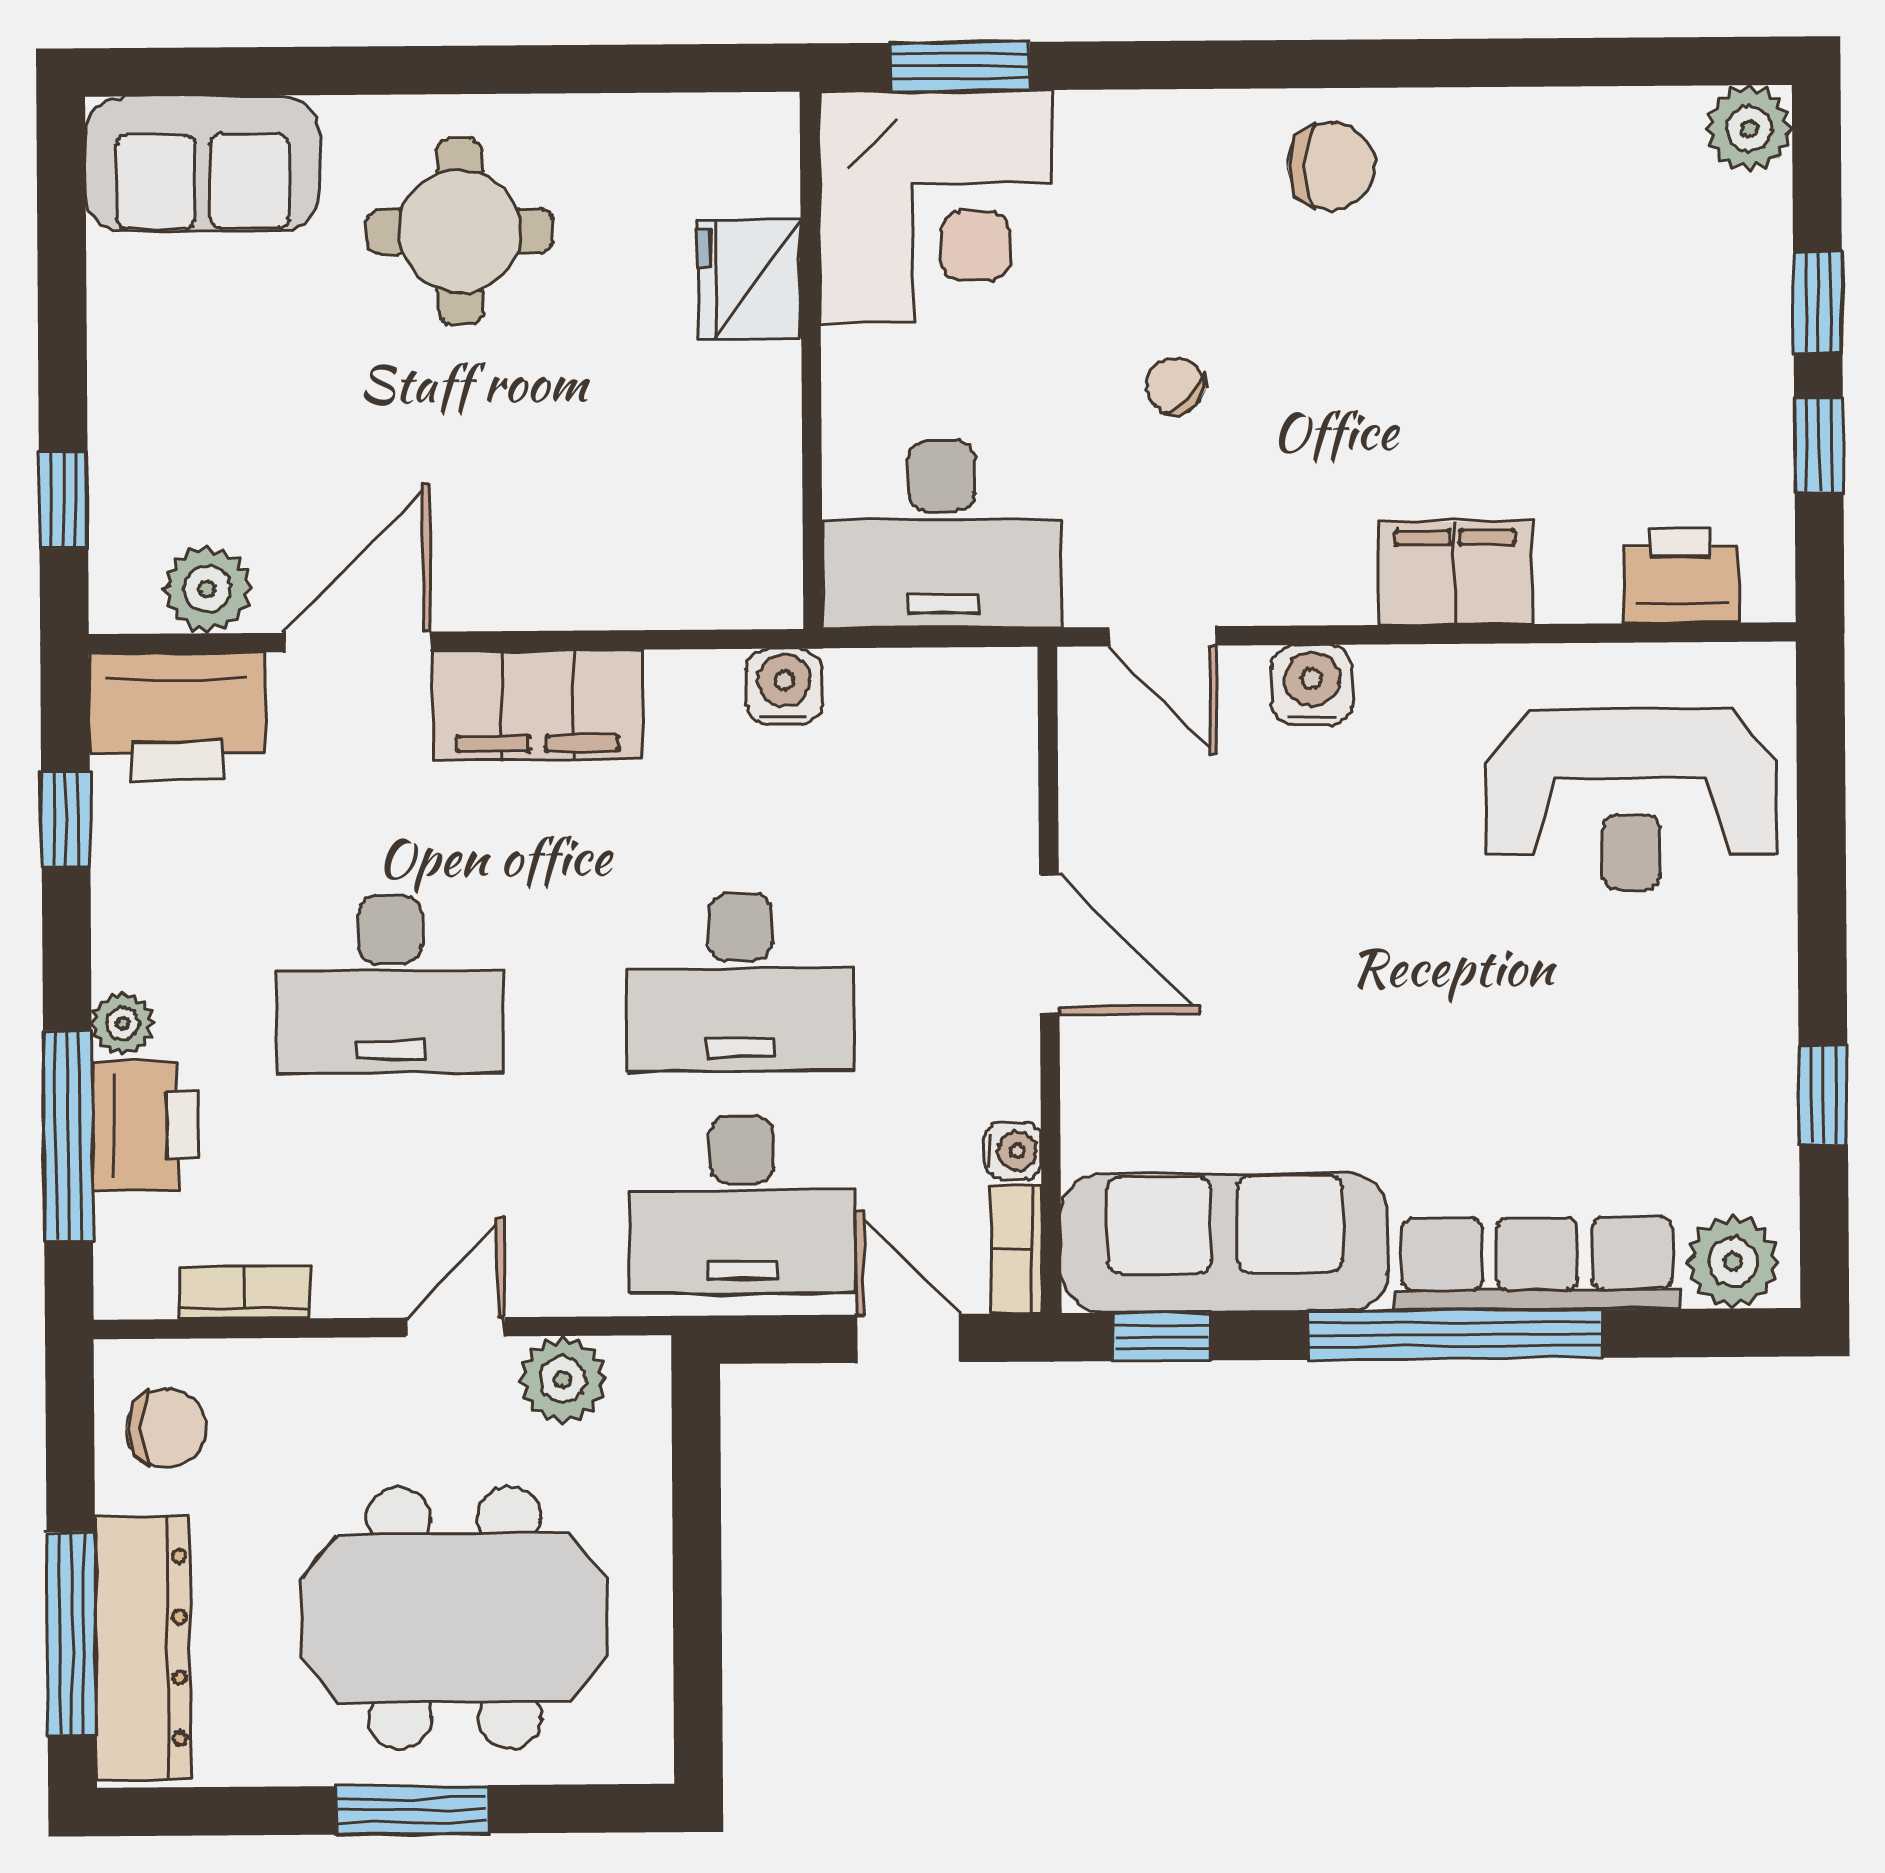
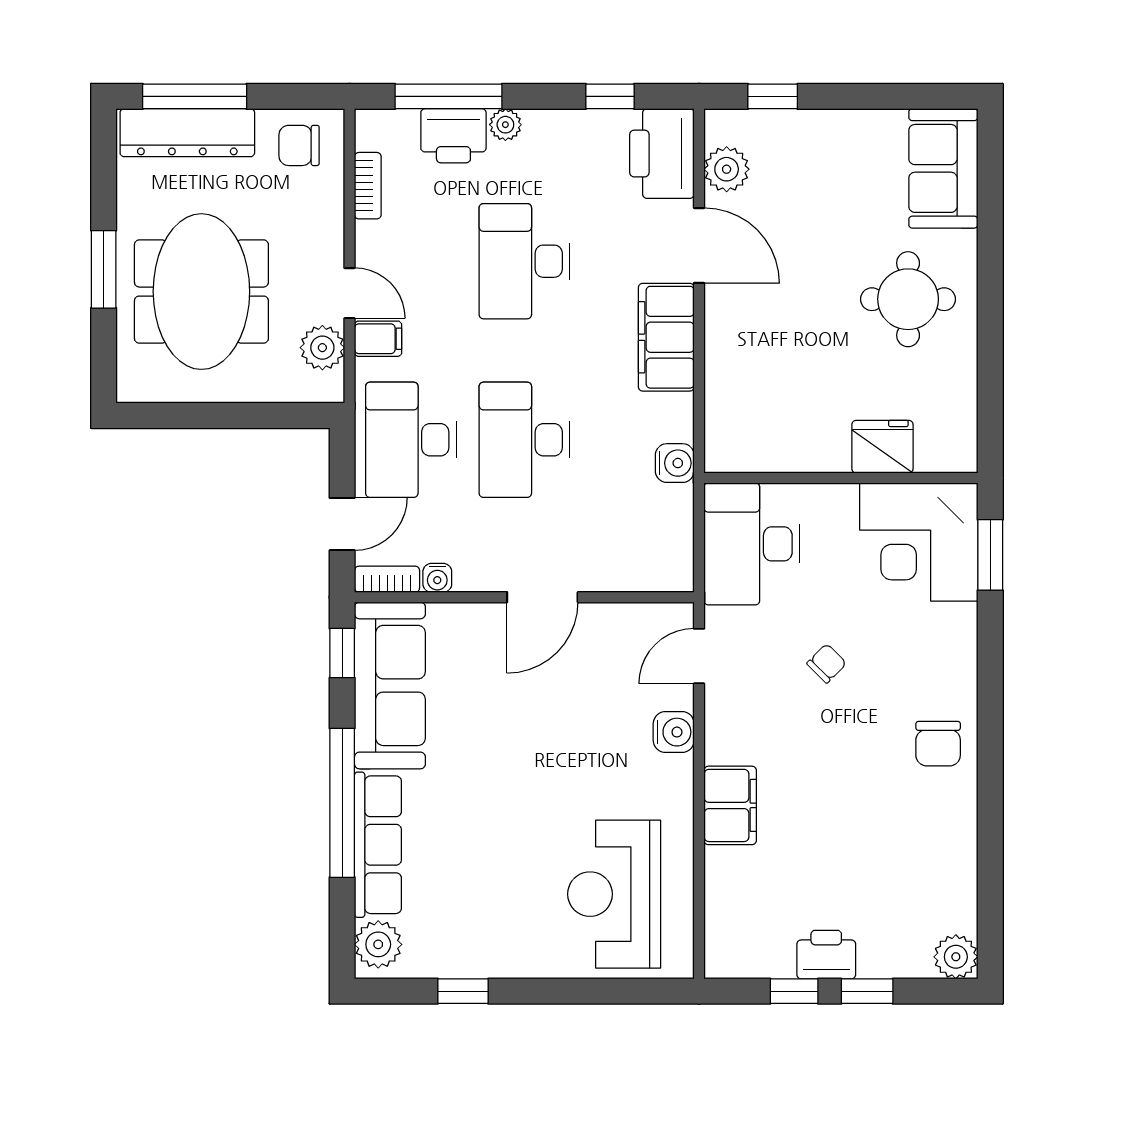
printer: (1681, 575) -> (826, 955), moved, turned -90
filing cabinet: (544, 1270) -> (378, 339), added
chair: (166, 1428) -> (299, 145), turned 90

